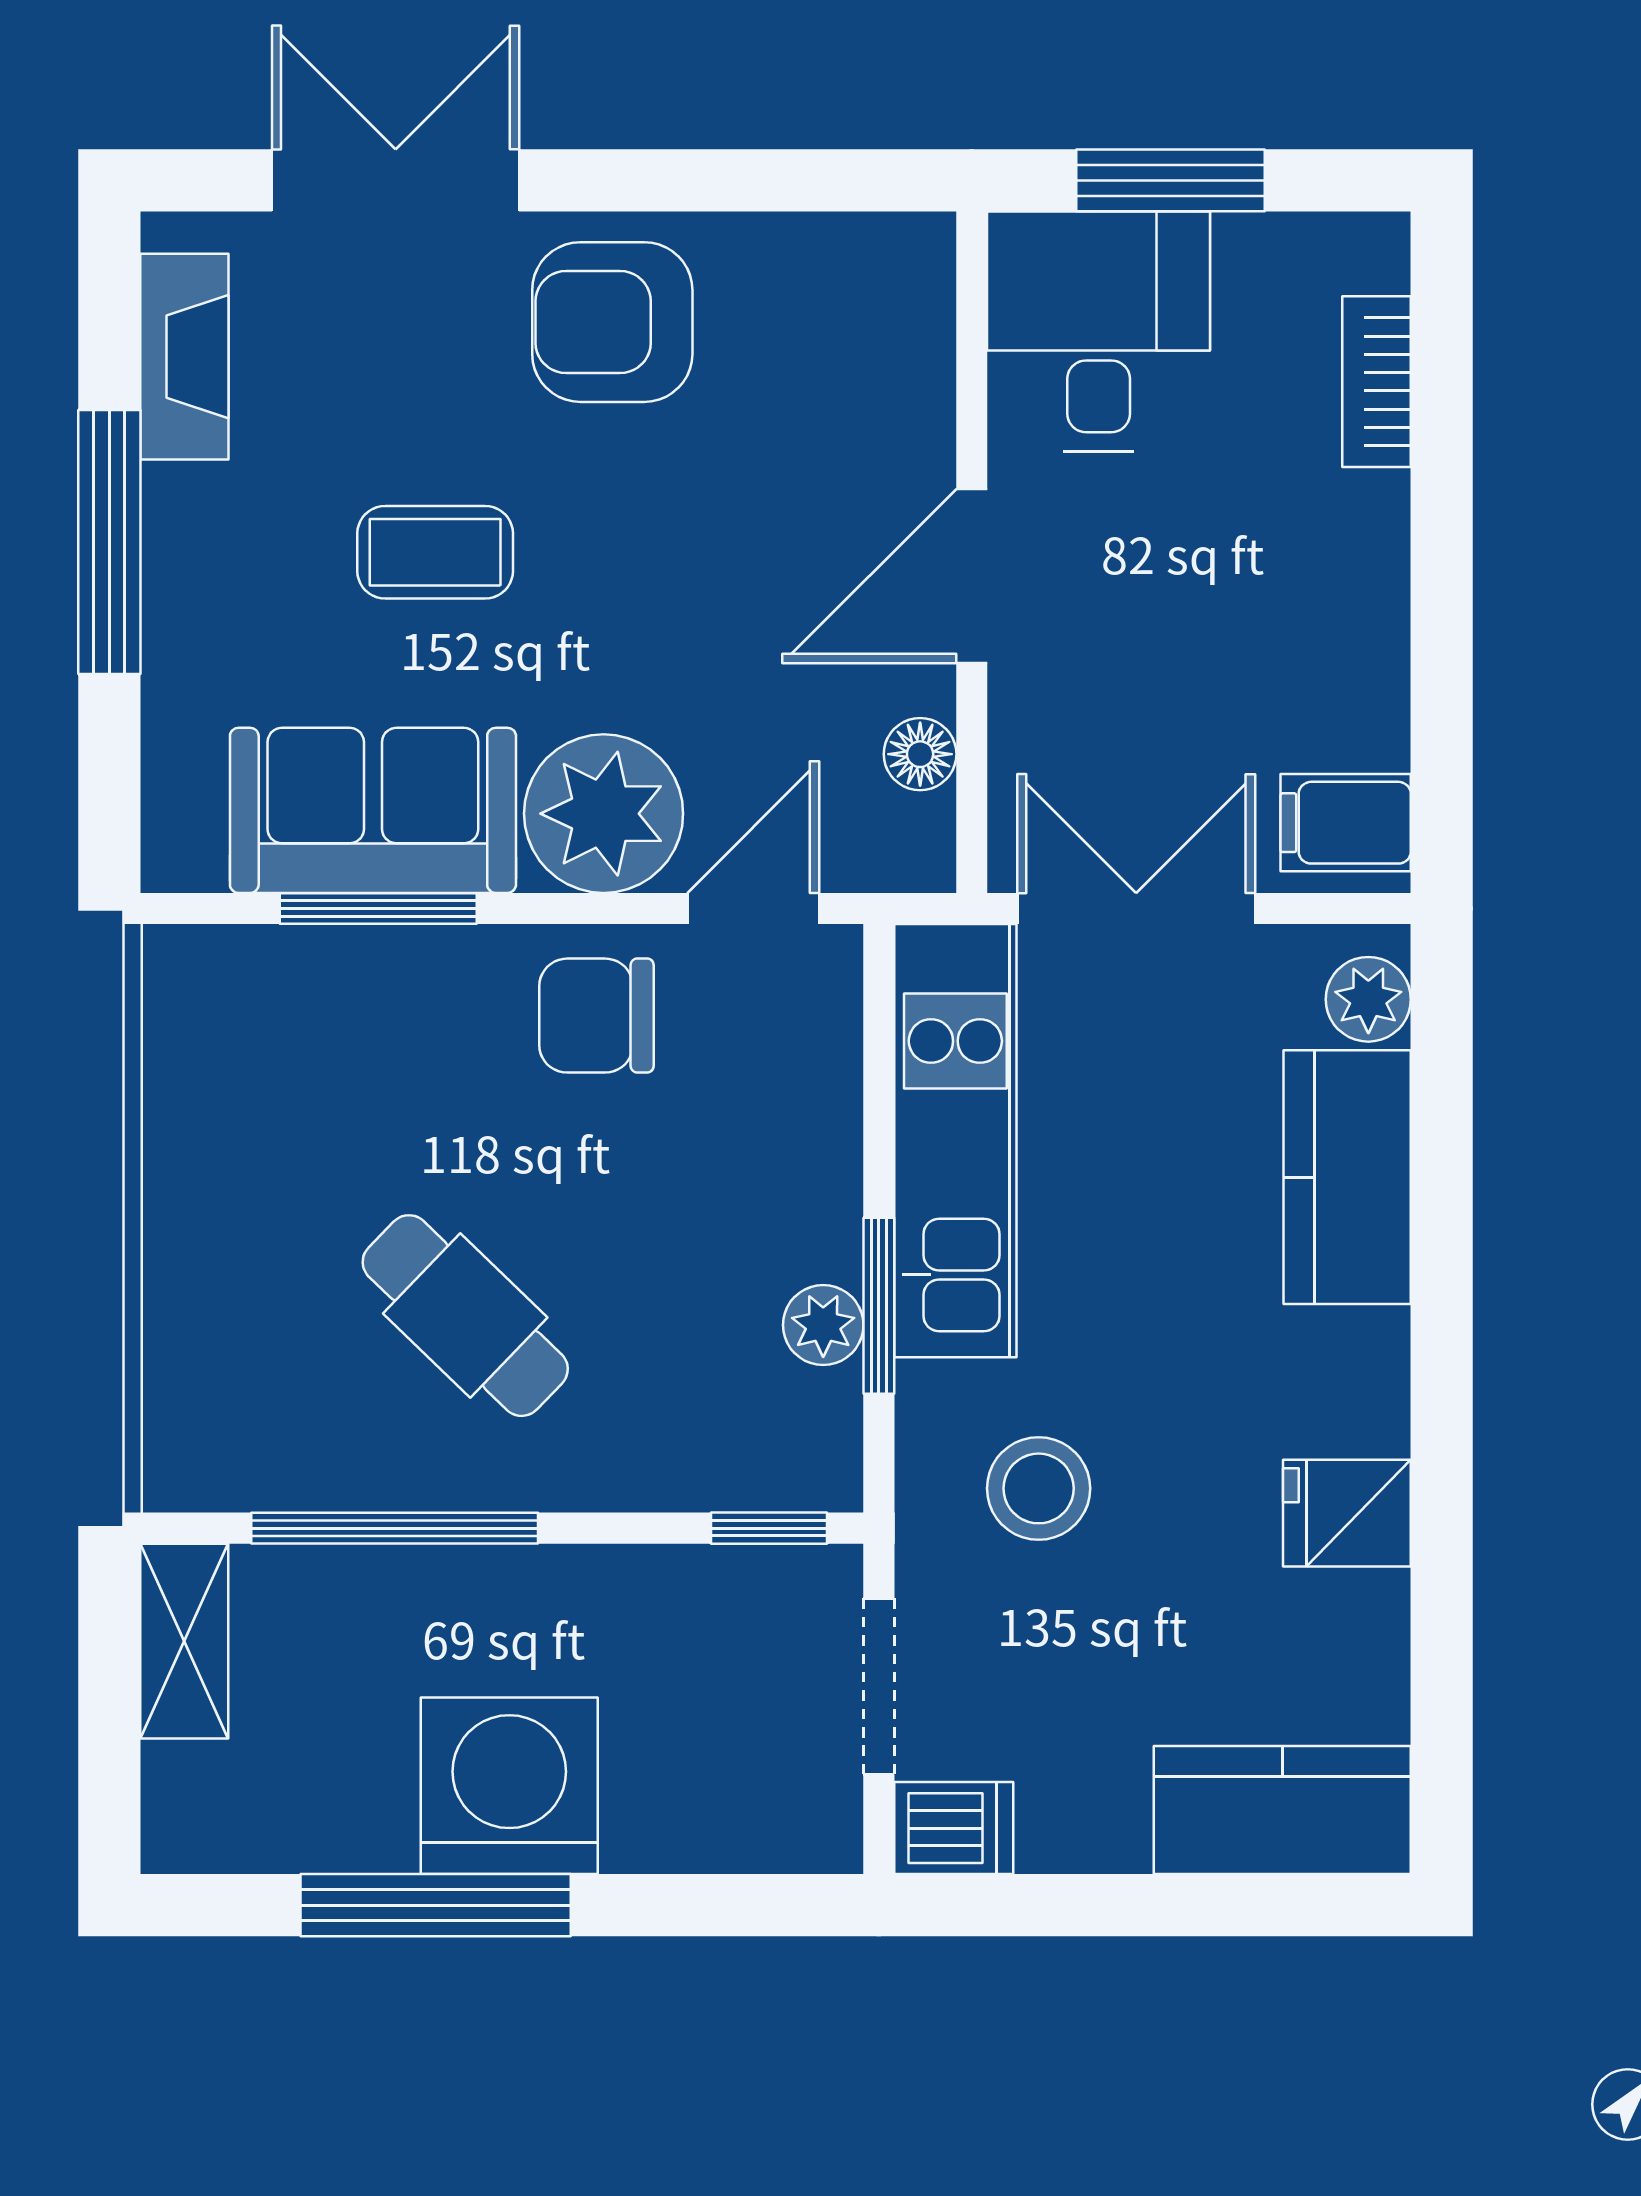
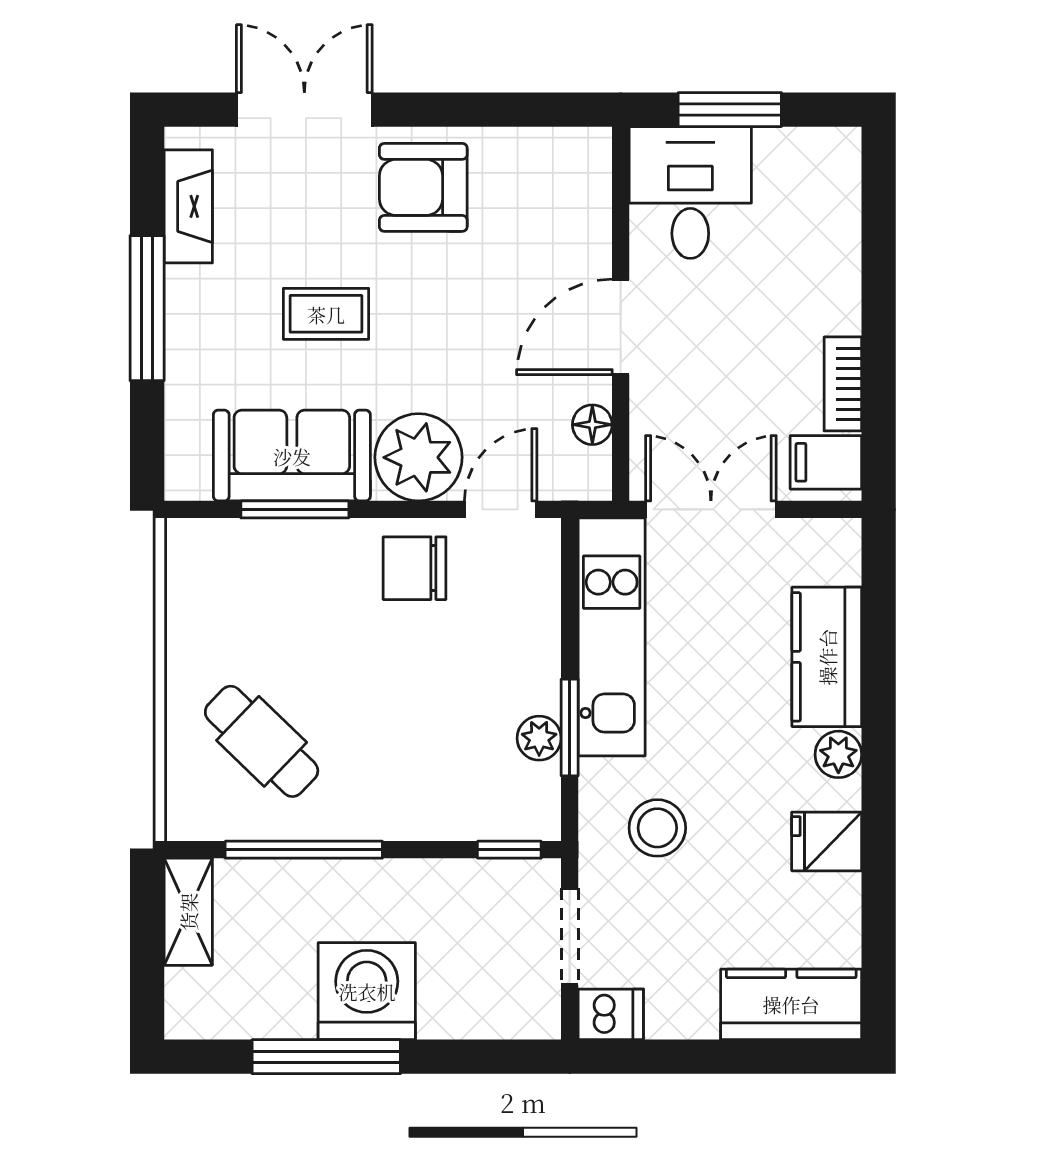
bookcase: (1376, 382) -> (843, 384), moved
plant: (1368, 999) -> (838, 754), moved
cafe table: (465, 1316) -> (262, 741), moved

